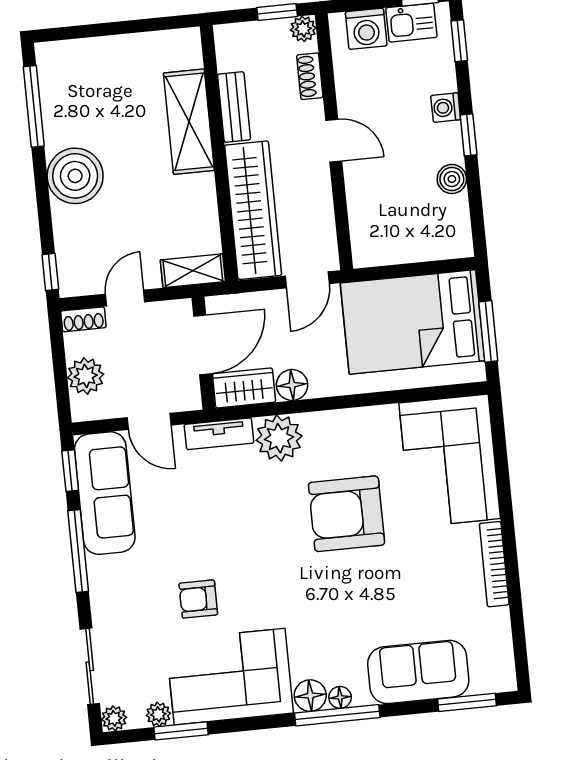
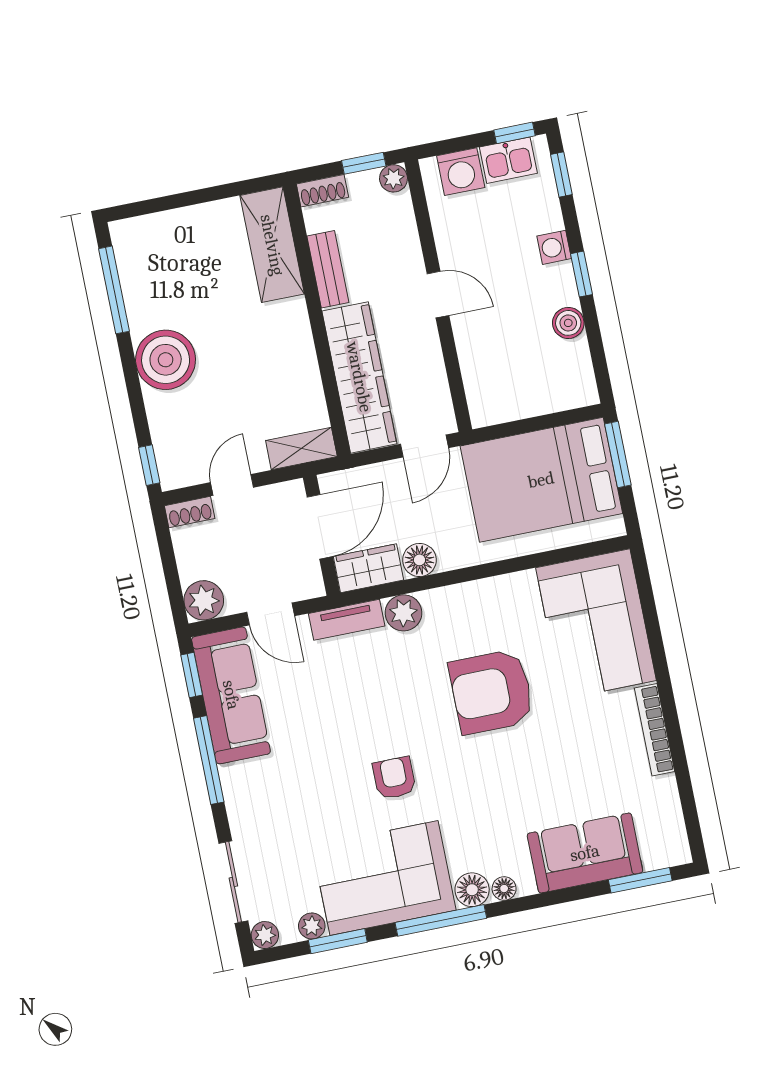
shoe rack: (310, 76) -> (322, 191), moved, turned -90
shelving: (189, 122) -> (272, 245), moved
window: (488, 331) -> (618, 455), moved
plant: (86, 376) -> (204, 600), moved
plant: (279, 438) -> (403, 613), width x0.73, depth x0.73
armchair: (198, 599) -> (394, 778), moved, turned 90
window: (337, 715) -> (441, 920), moved

